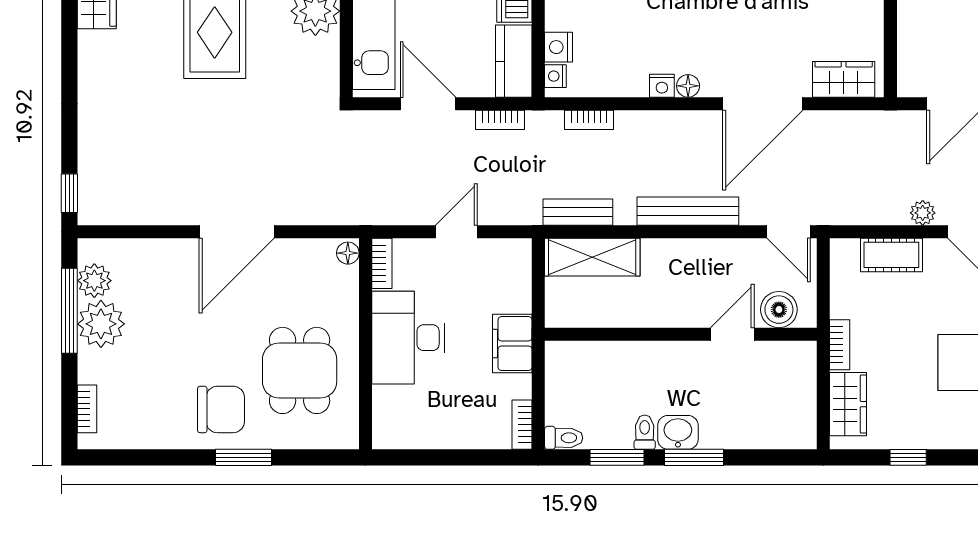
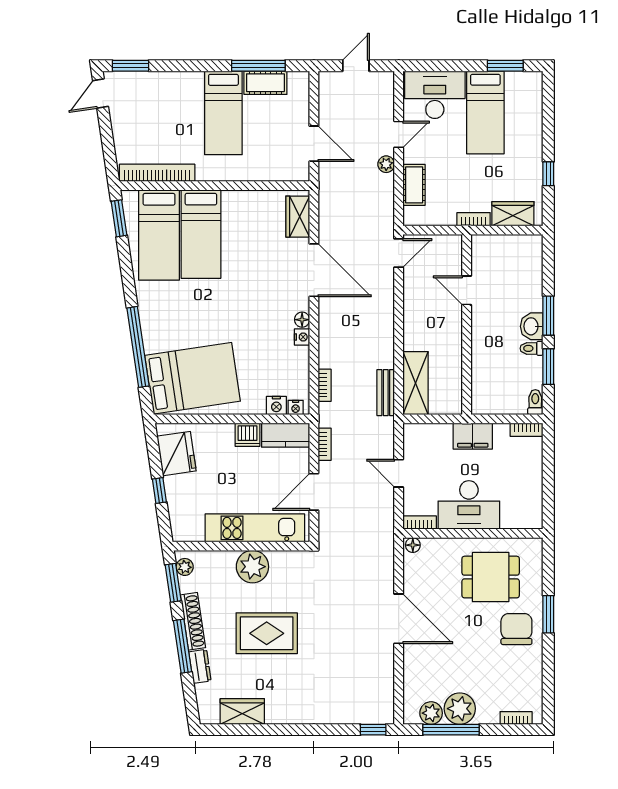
bench: (688, 211) -> (385, 320), removed
boiler: (779, 310) -> (450, 259), removed

